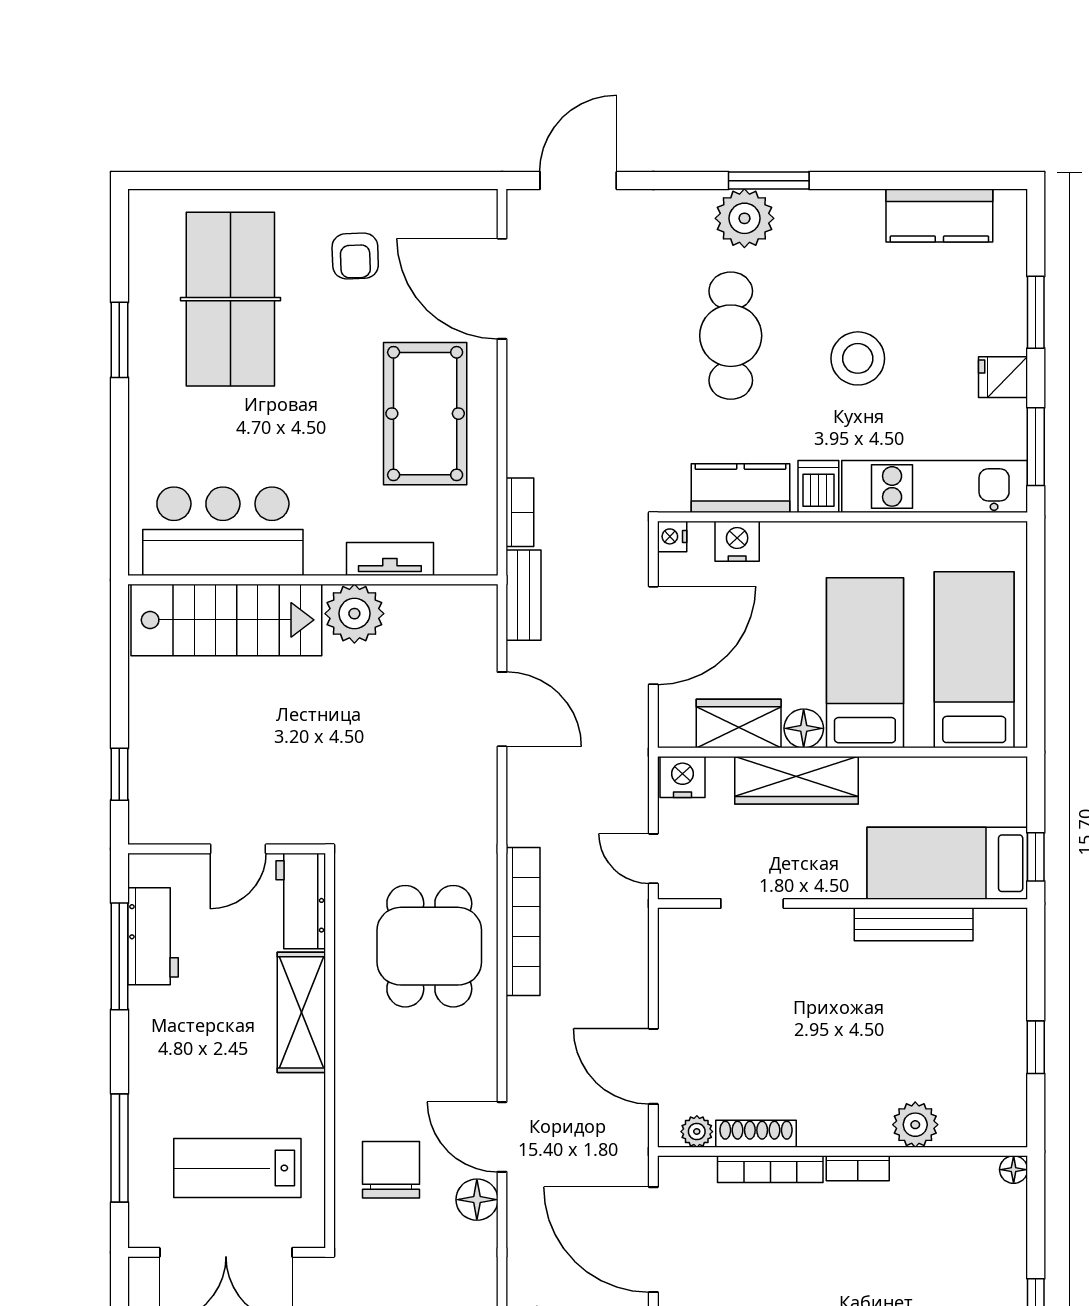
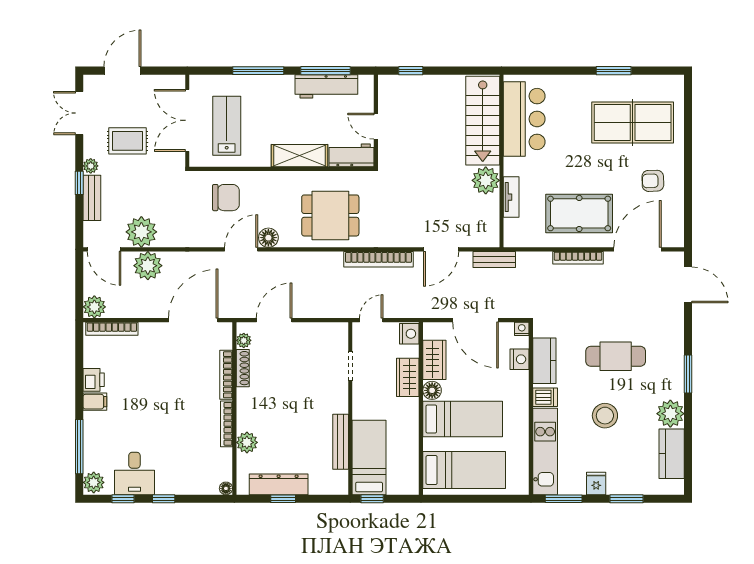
plant: (744, 218) -> (670, 414), moved
bookcase: (520, 512) -> (578, 258), moved, width x1.56
wardrobe: (796, 780) -> (408, 377), width x0.67
bookcase: (523, 922) -> (378, 259), moved
workbench: (153, 936) -> (326, 86), width x1.38
dresser: (1005, 1057) -> (279, 484), added
window: (119, 1148) -> (258, 71), moved
bookcase: (858, 1168) -> (227, 424), width x1.56
floor lamp: (477, 1200) -> (268, 238), moved

